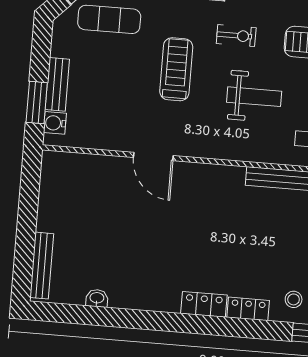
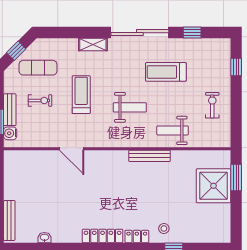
exercise bike: (236, 36) -> (40, 100), moved
locker: (204, 304) -> (103, 236), width x1.53

